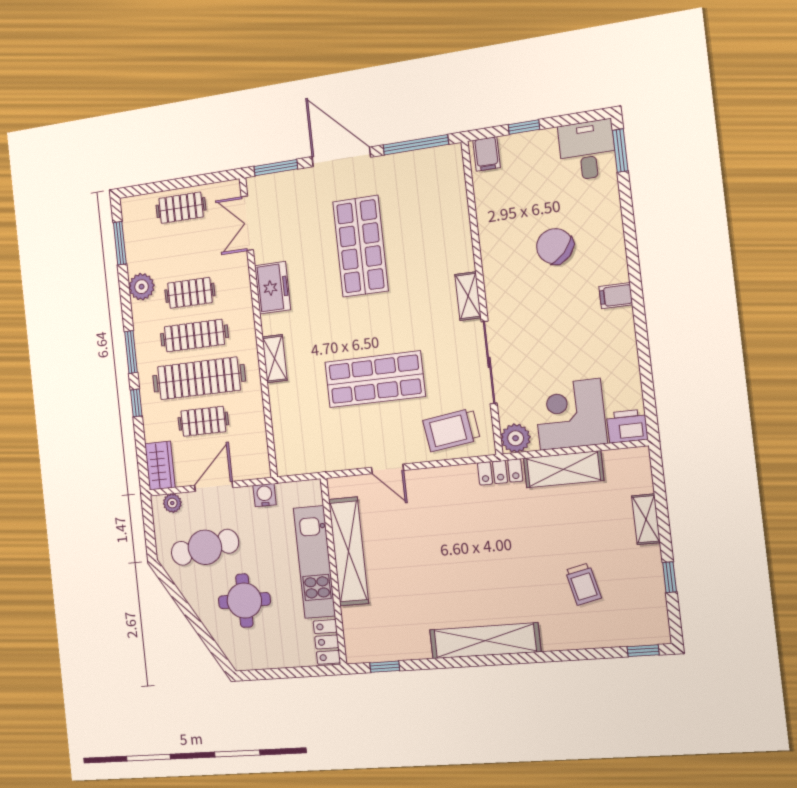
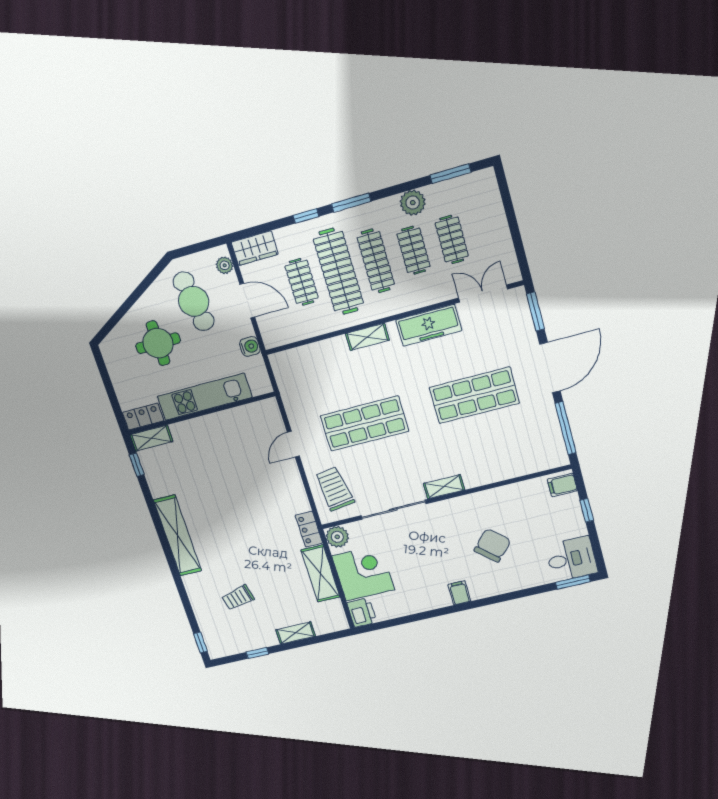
clothes rail: (181, 208) -> (452, 240), moved
freezer: (272, 288) -> (429, 325), width x1.40
shop shelf: (375, 379) -> (364, 424), turned 90
shelving: (349, 551) -> (151, 438), moved, width x0.45, depth x0.75

